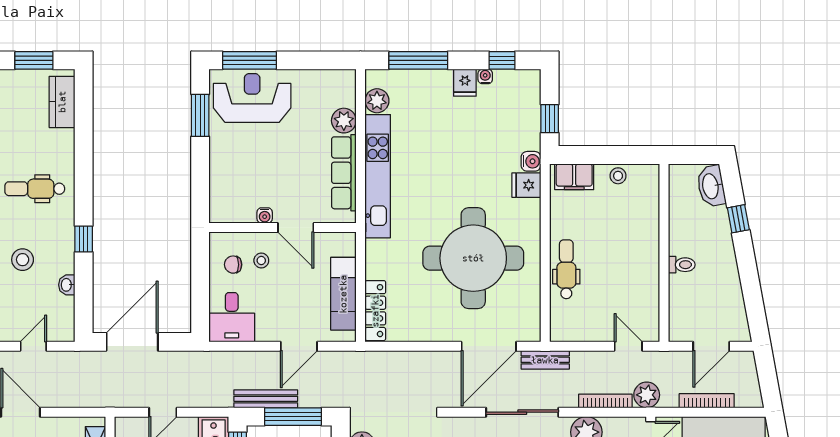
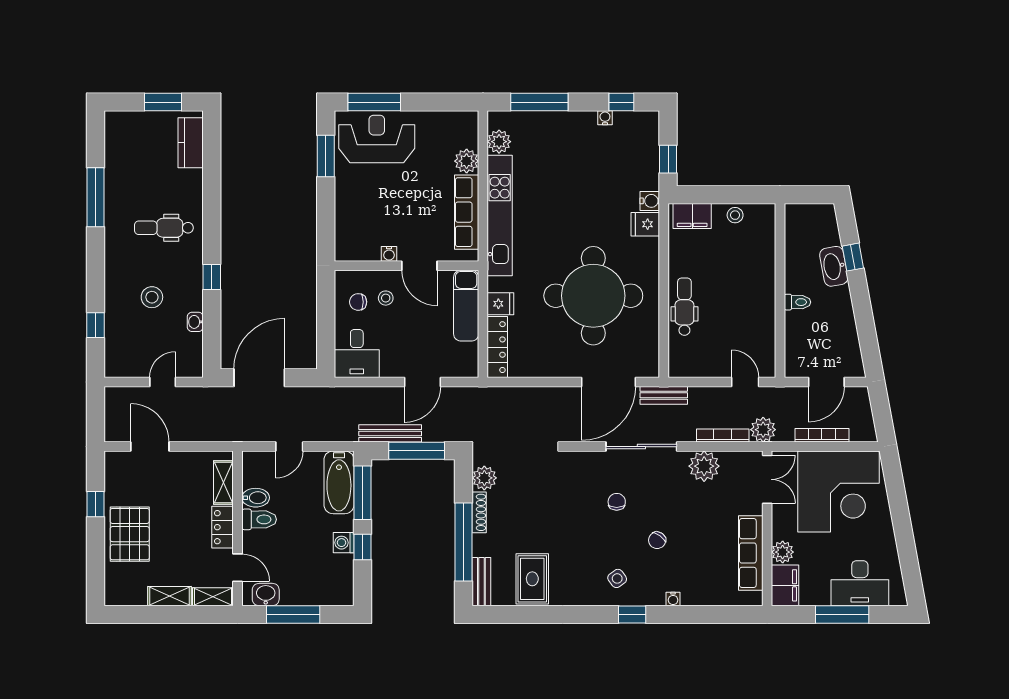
fridge: (465, 83) -> (500, 304), moved, turned -90
washbasin: (711, 186) -> (834, 266), moved
exam couch: (343, 294) -> (466, 306), moved

